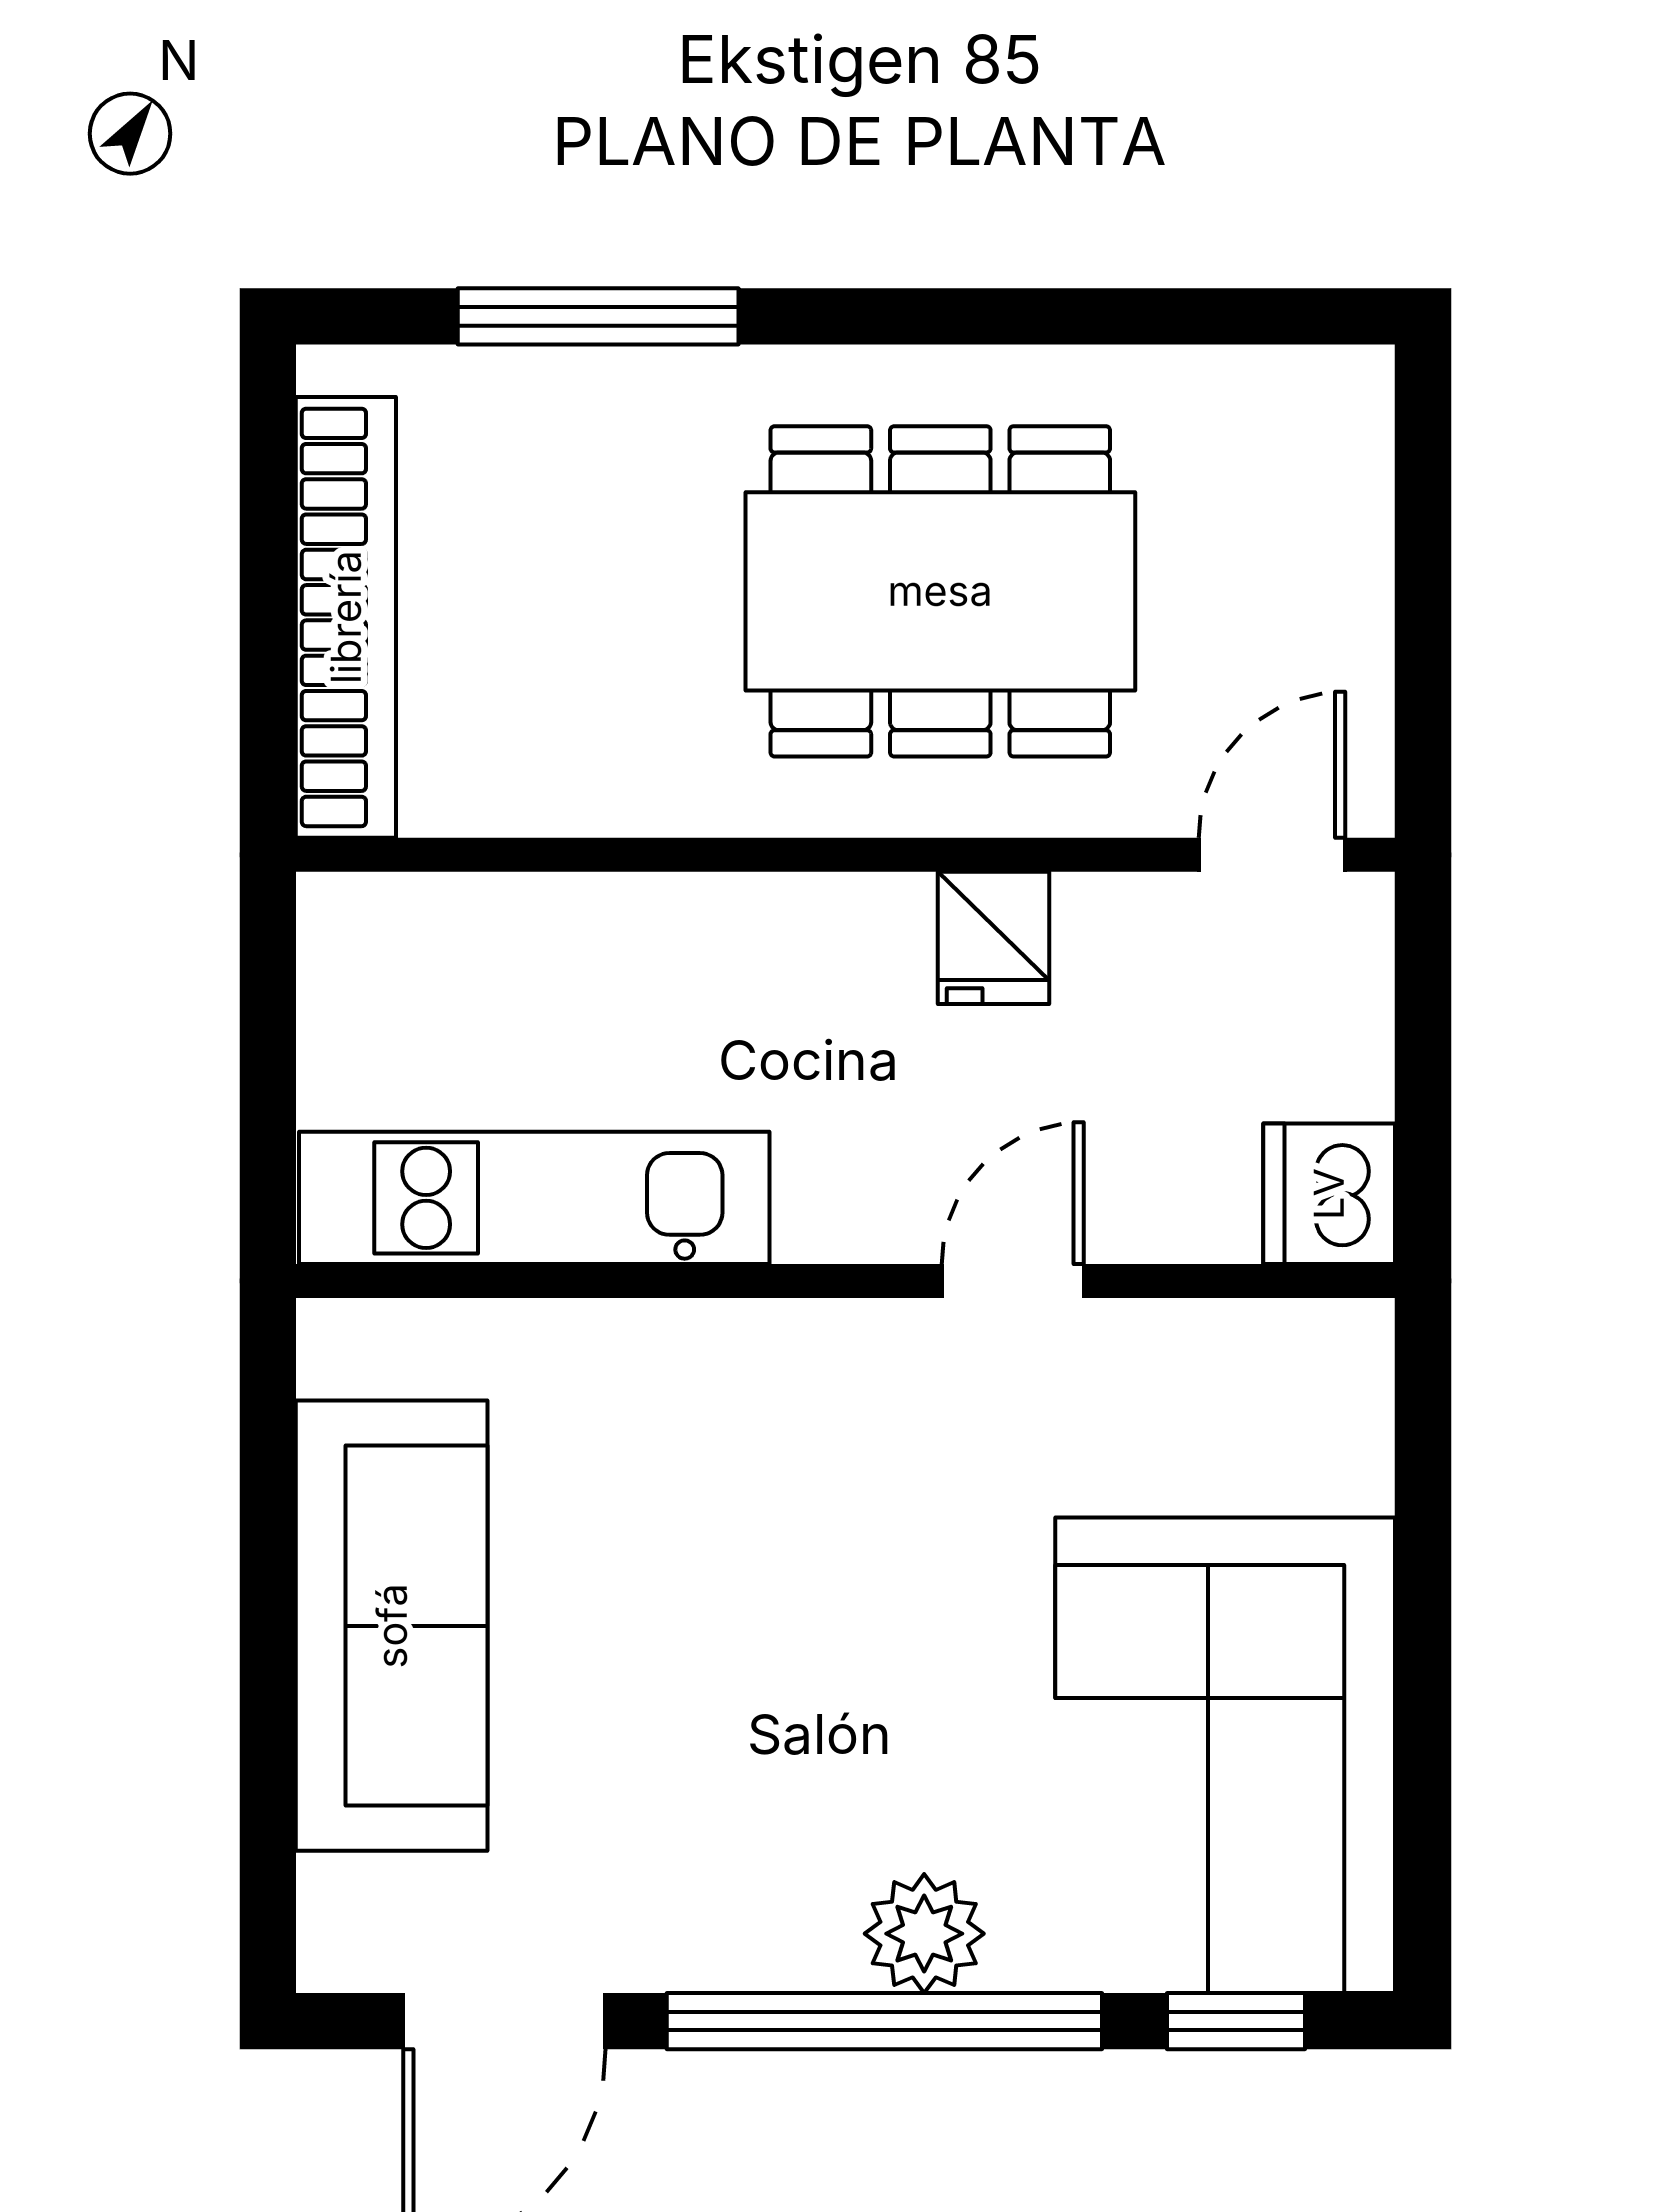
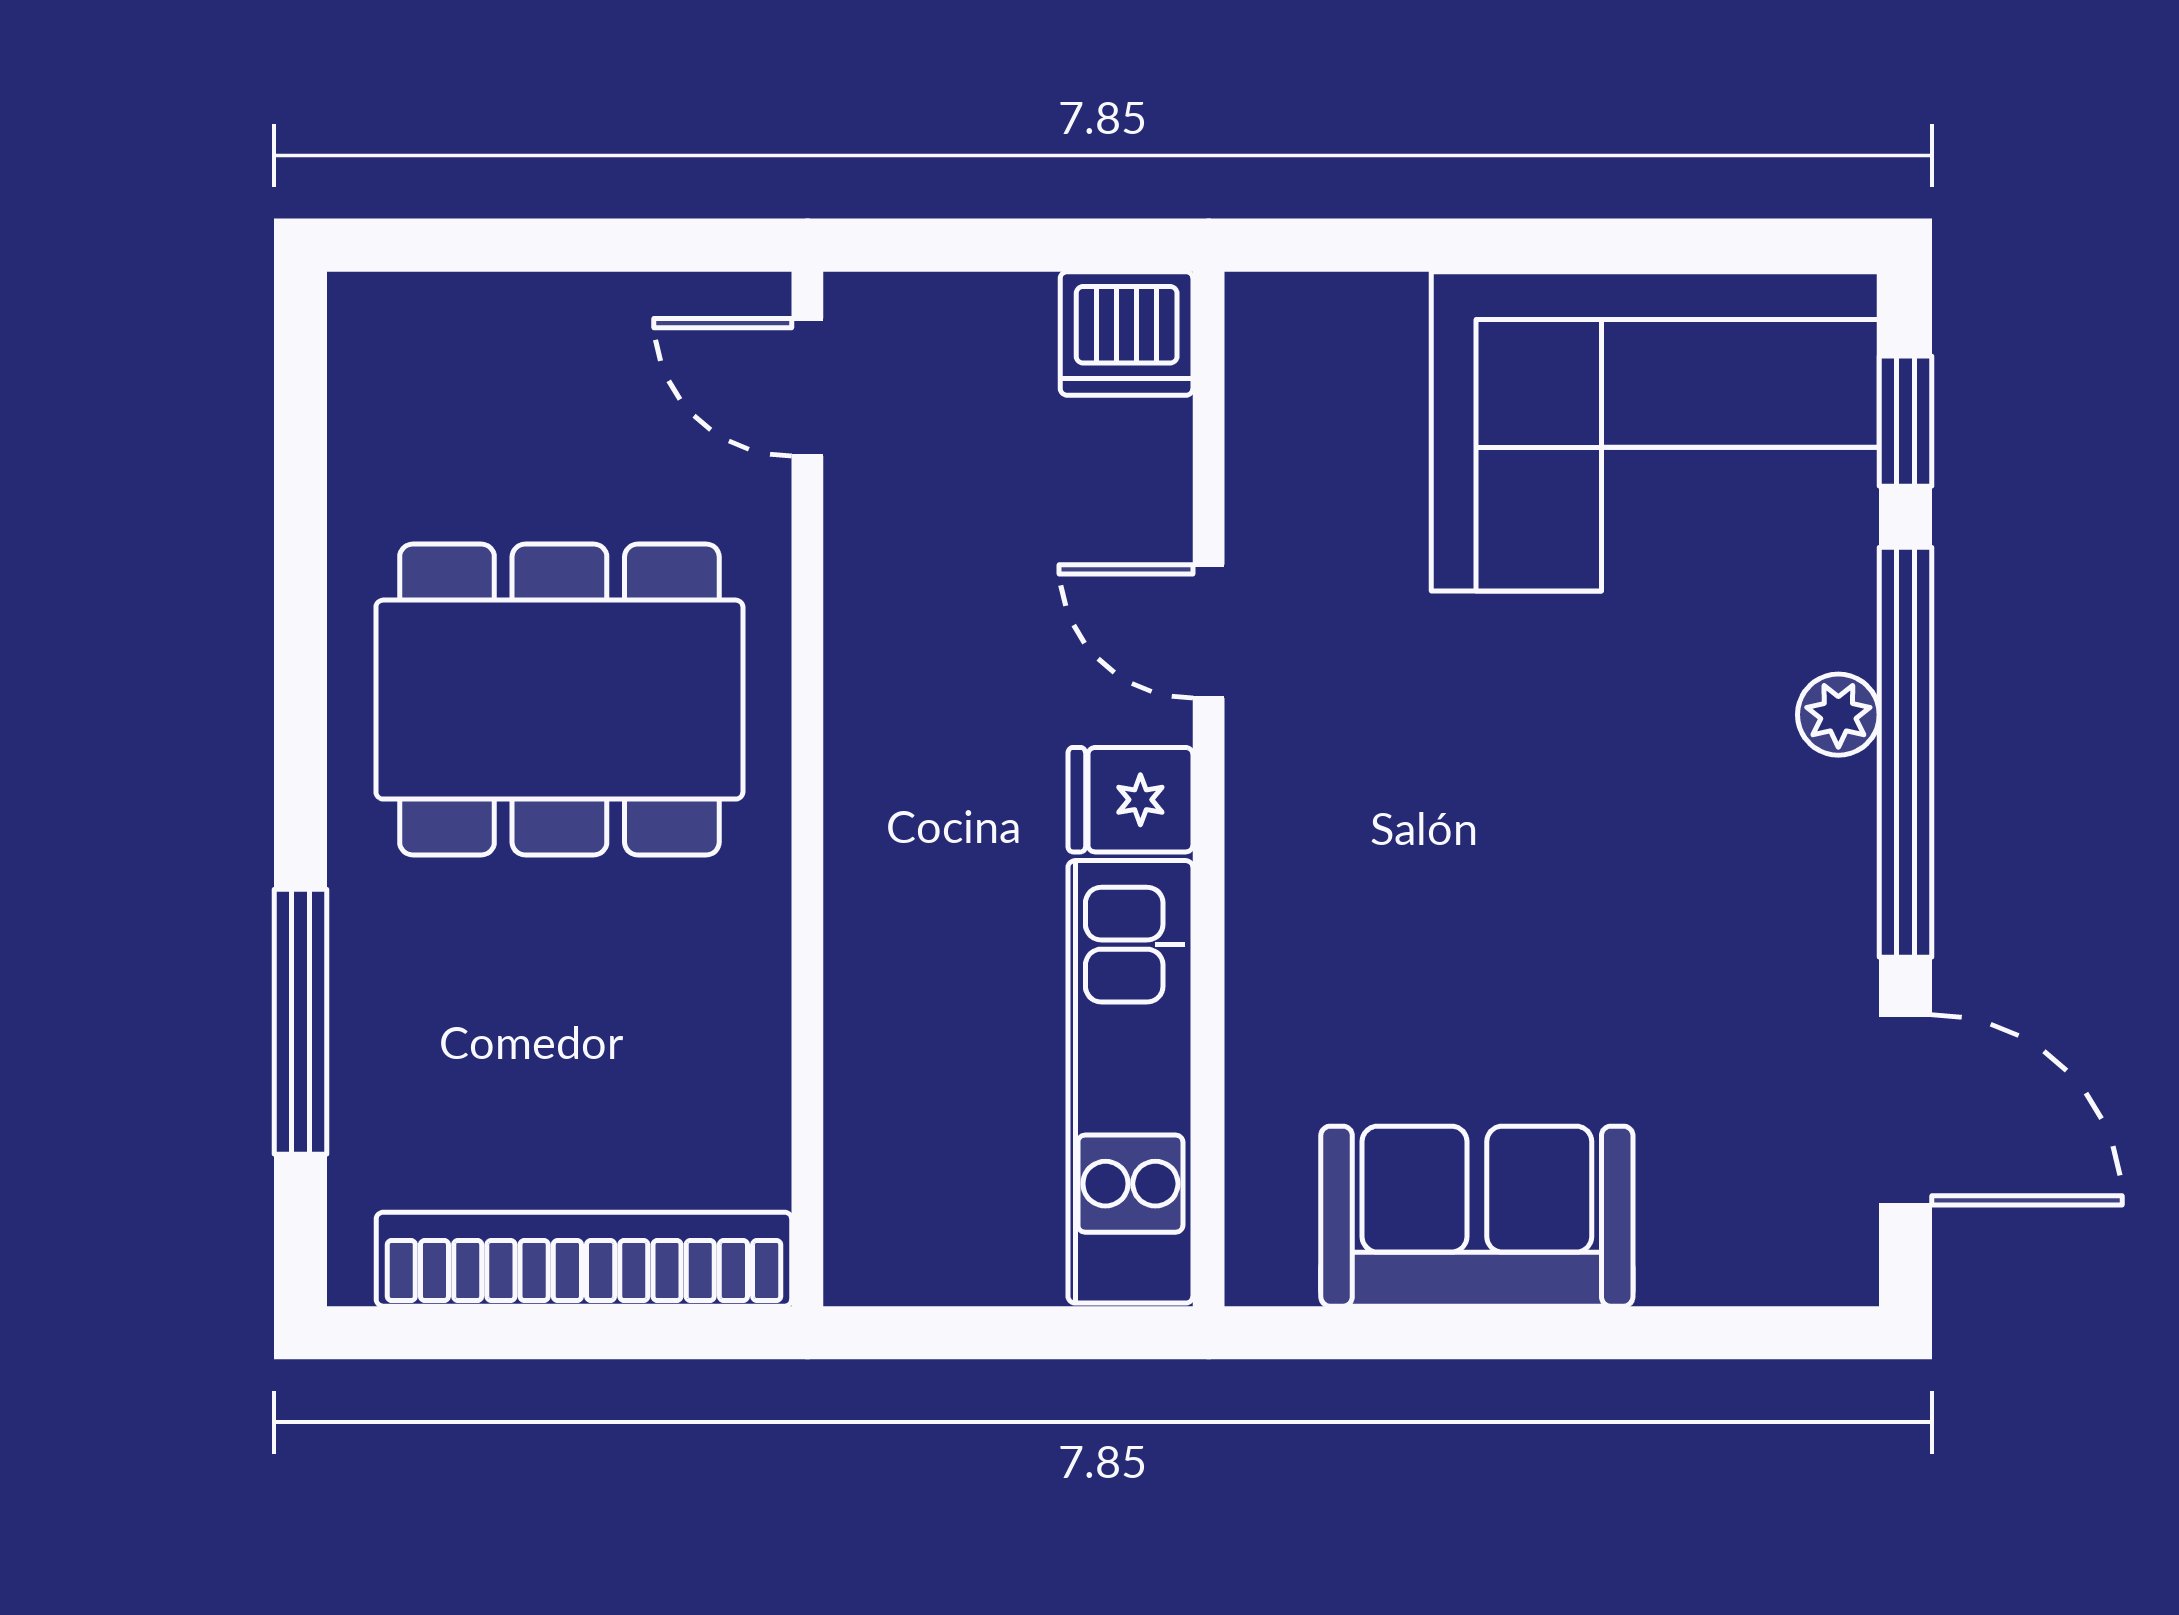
dining table: (940, 591) -> (559, 700), turned 90
fridge: (994, 938) -> (1130, 800), moved, turned 180
sofa: (392, 1626) -> (1477, 1216), width x0.73
plant: (924, 1934) -> (1838, 715), width x0.73, depth x0.73

